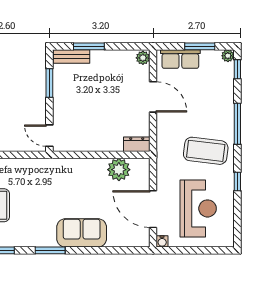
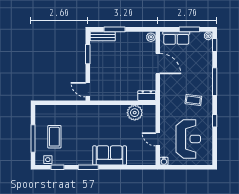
coffee table: (206, 151) -> (193, 100), width x0.54, depth x0.58
door: (153, 209) -> (158, 139), width x0.53

